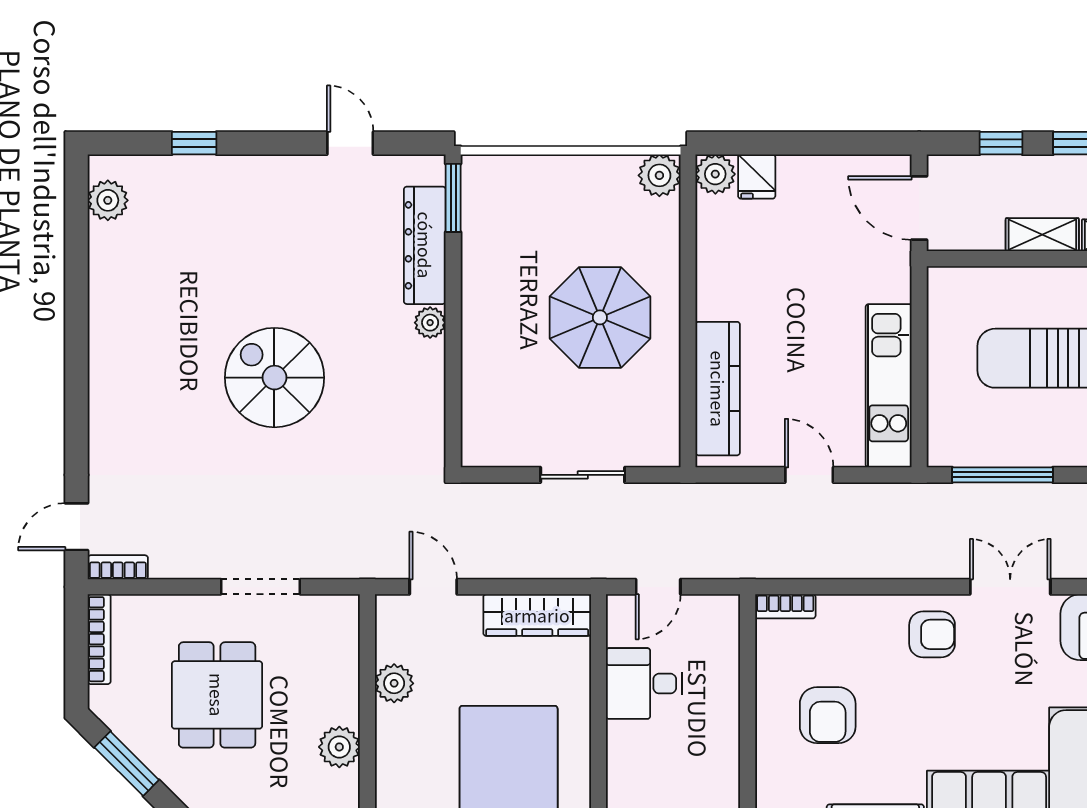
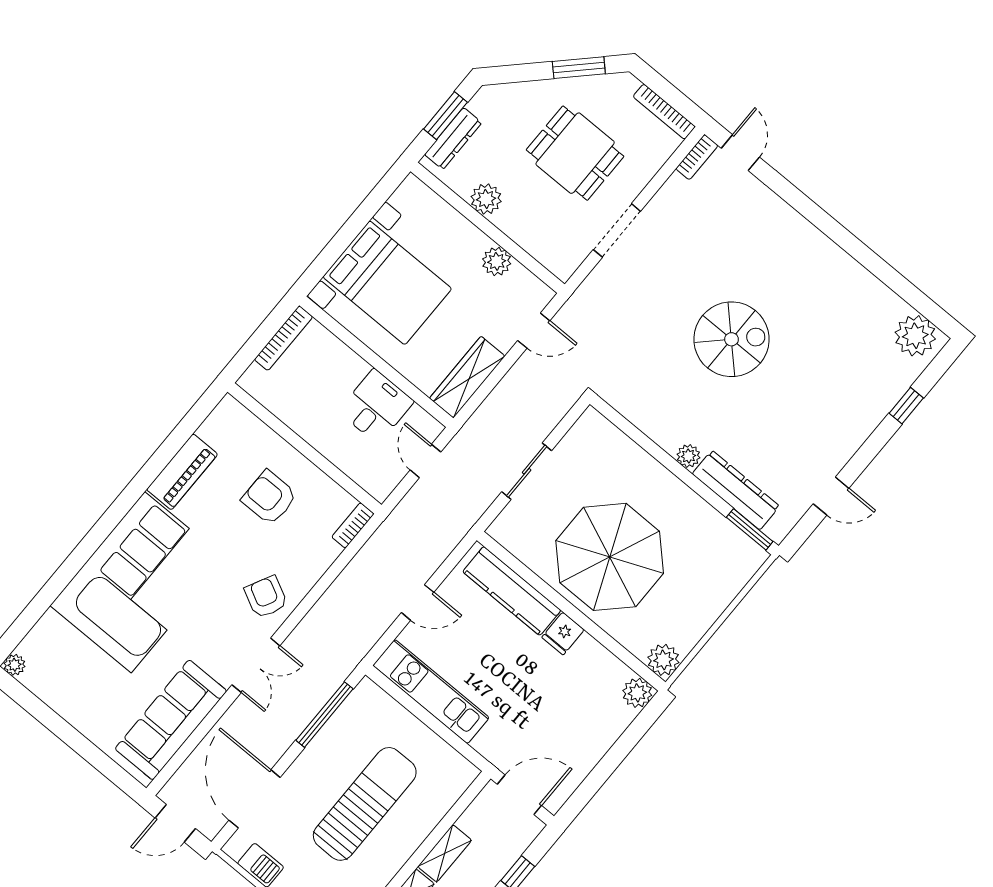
fridge: (757, 176) -> (563, 634), moved, turned -90
plant: (108, 200) -> (915, 336), width x1.36, depth x1.36
parasol: (600, 317) -> (610, 557), width x1.36, depth x1.36
armchair: (932, 634) -> (266, 597), turned 117

